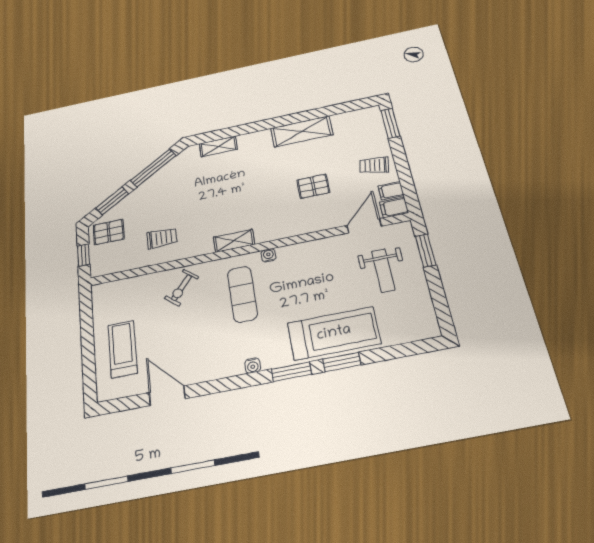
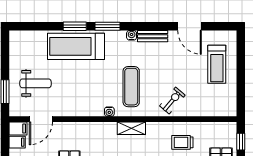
weight bench: (383, 270) -> (36, 83), turned 90
bench: (221, 370) -> (153, 36), added

